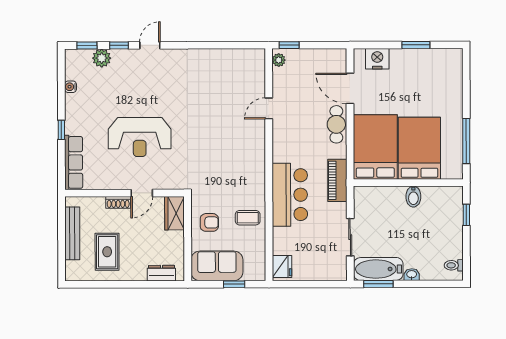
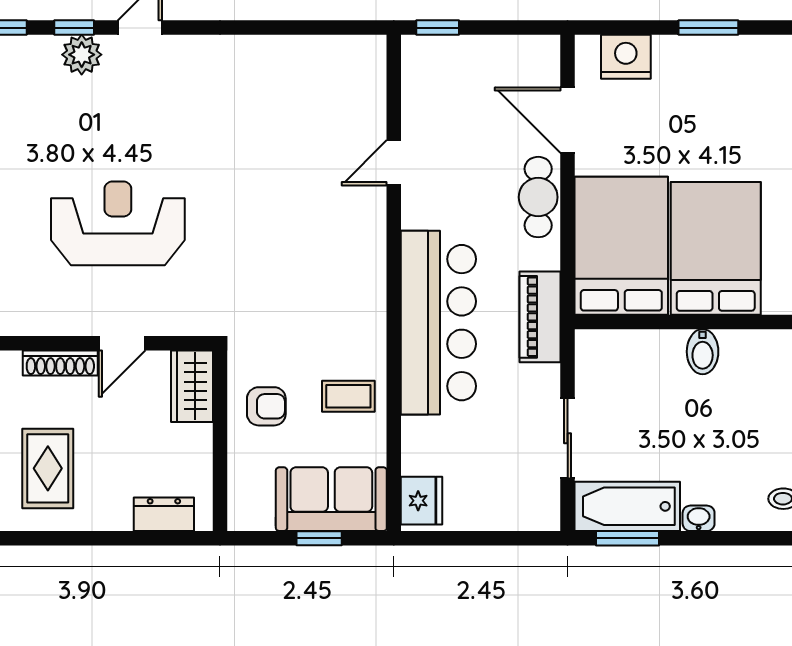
plant: (102, 58) -> (82, 55), moved
plant: (279, 60) -> (415, 59), removed
reception desk: (140, 137) -> (118, 223), turned 180
bar counter: (290, 195) -> (438, 323), width x1.36
shoe rack: (118, 202) -> (60, 363), width x1.43
sofa: (217, 266) -> (331, 499), moved

